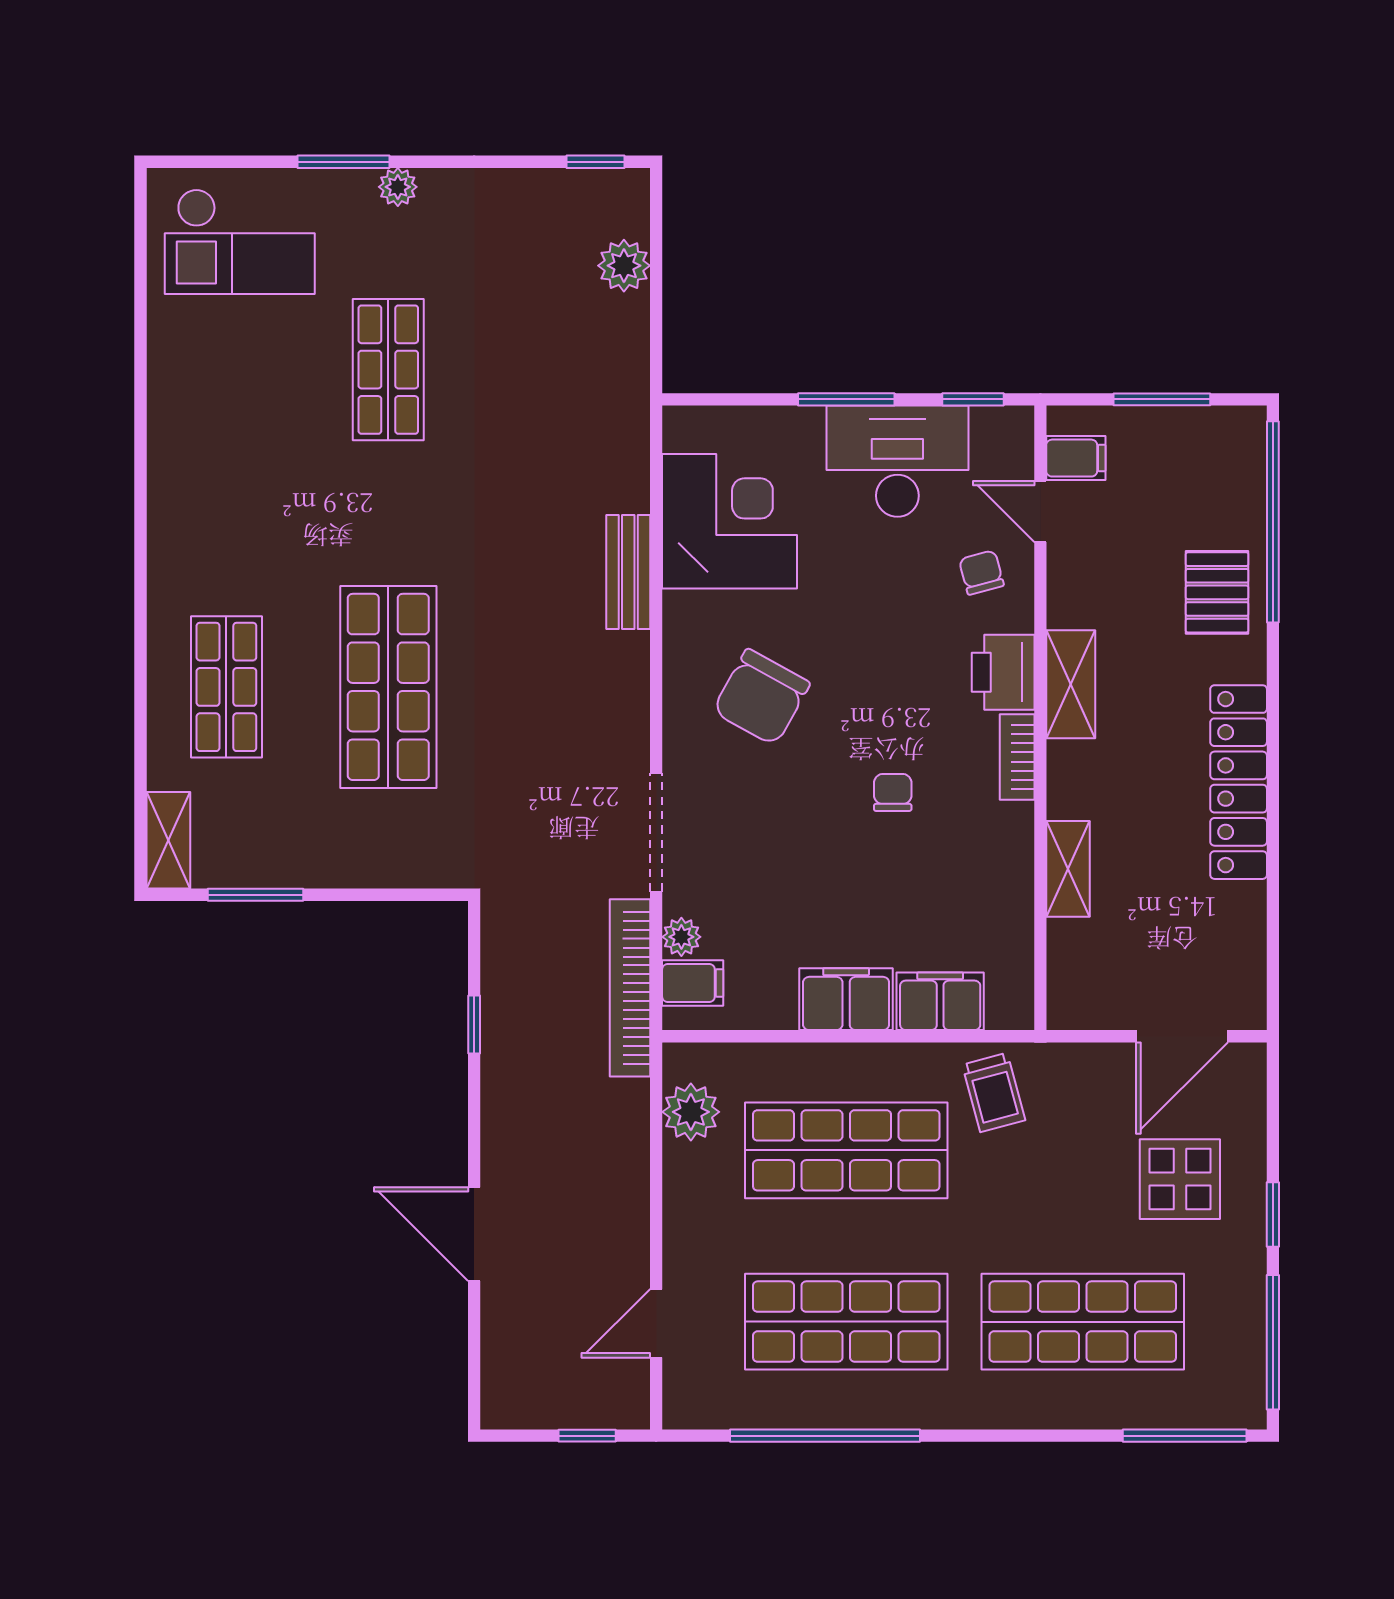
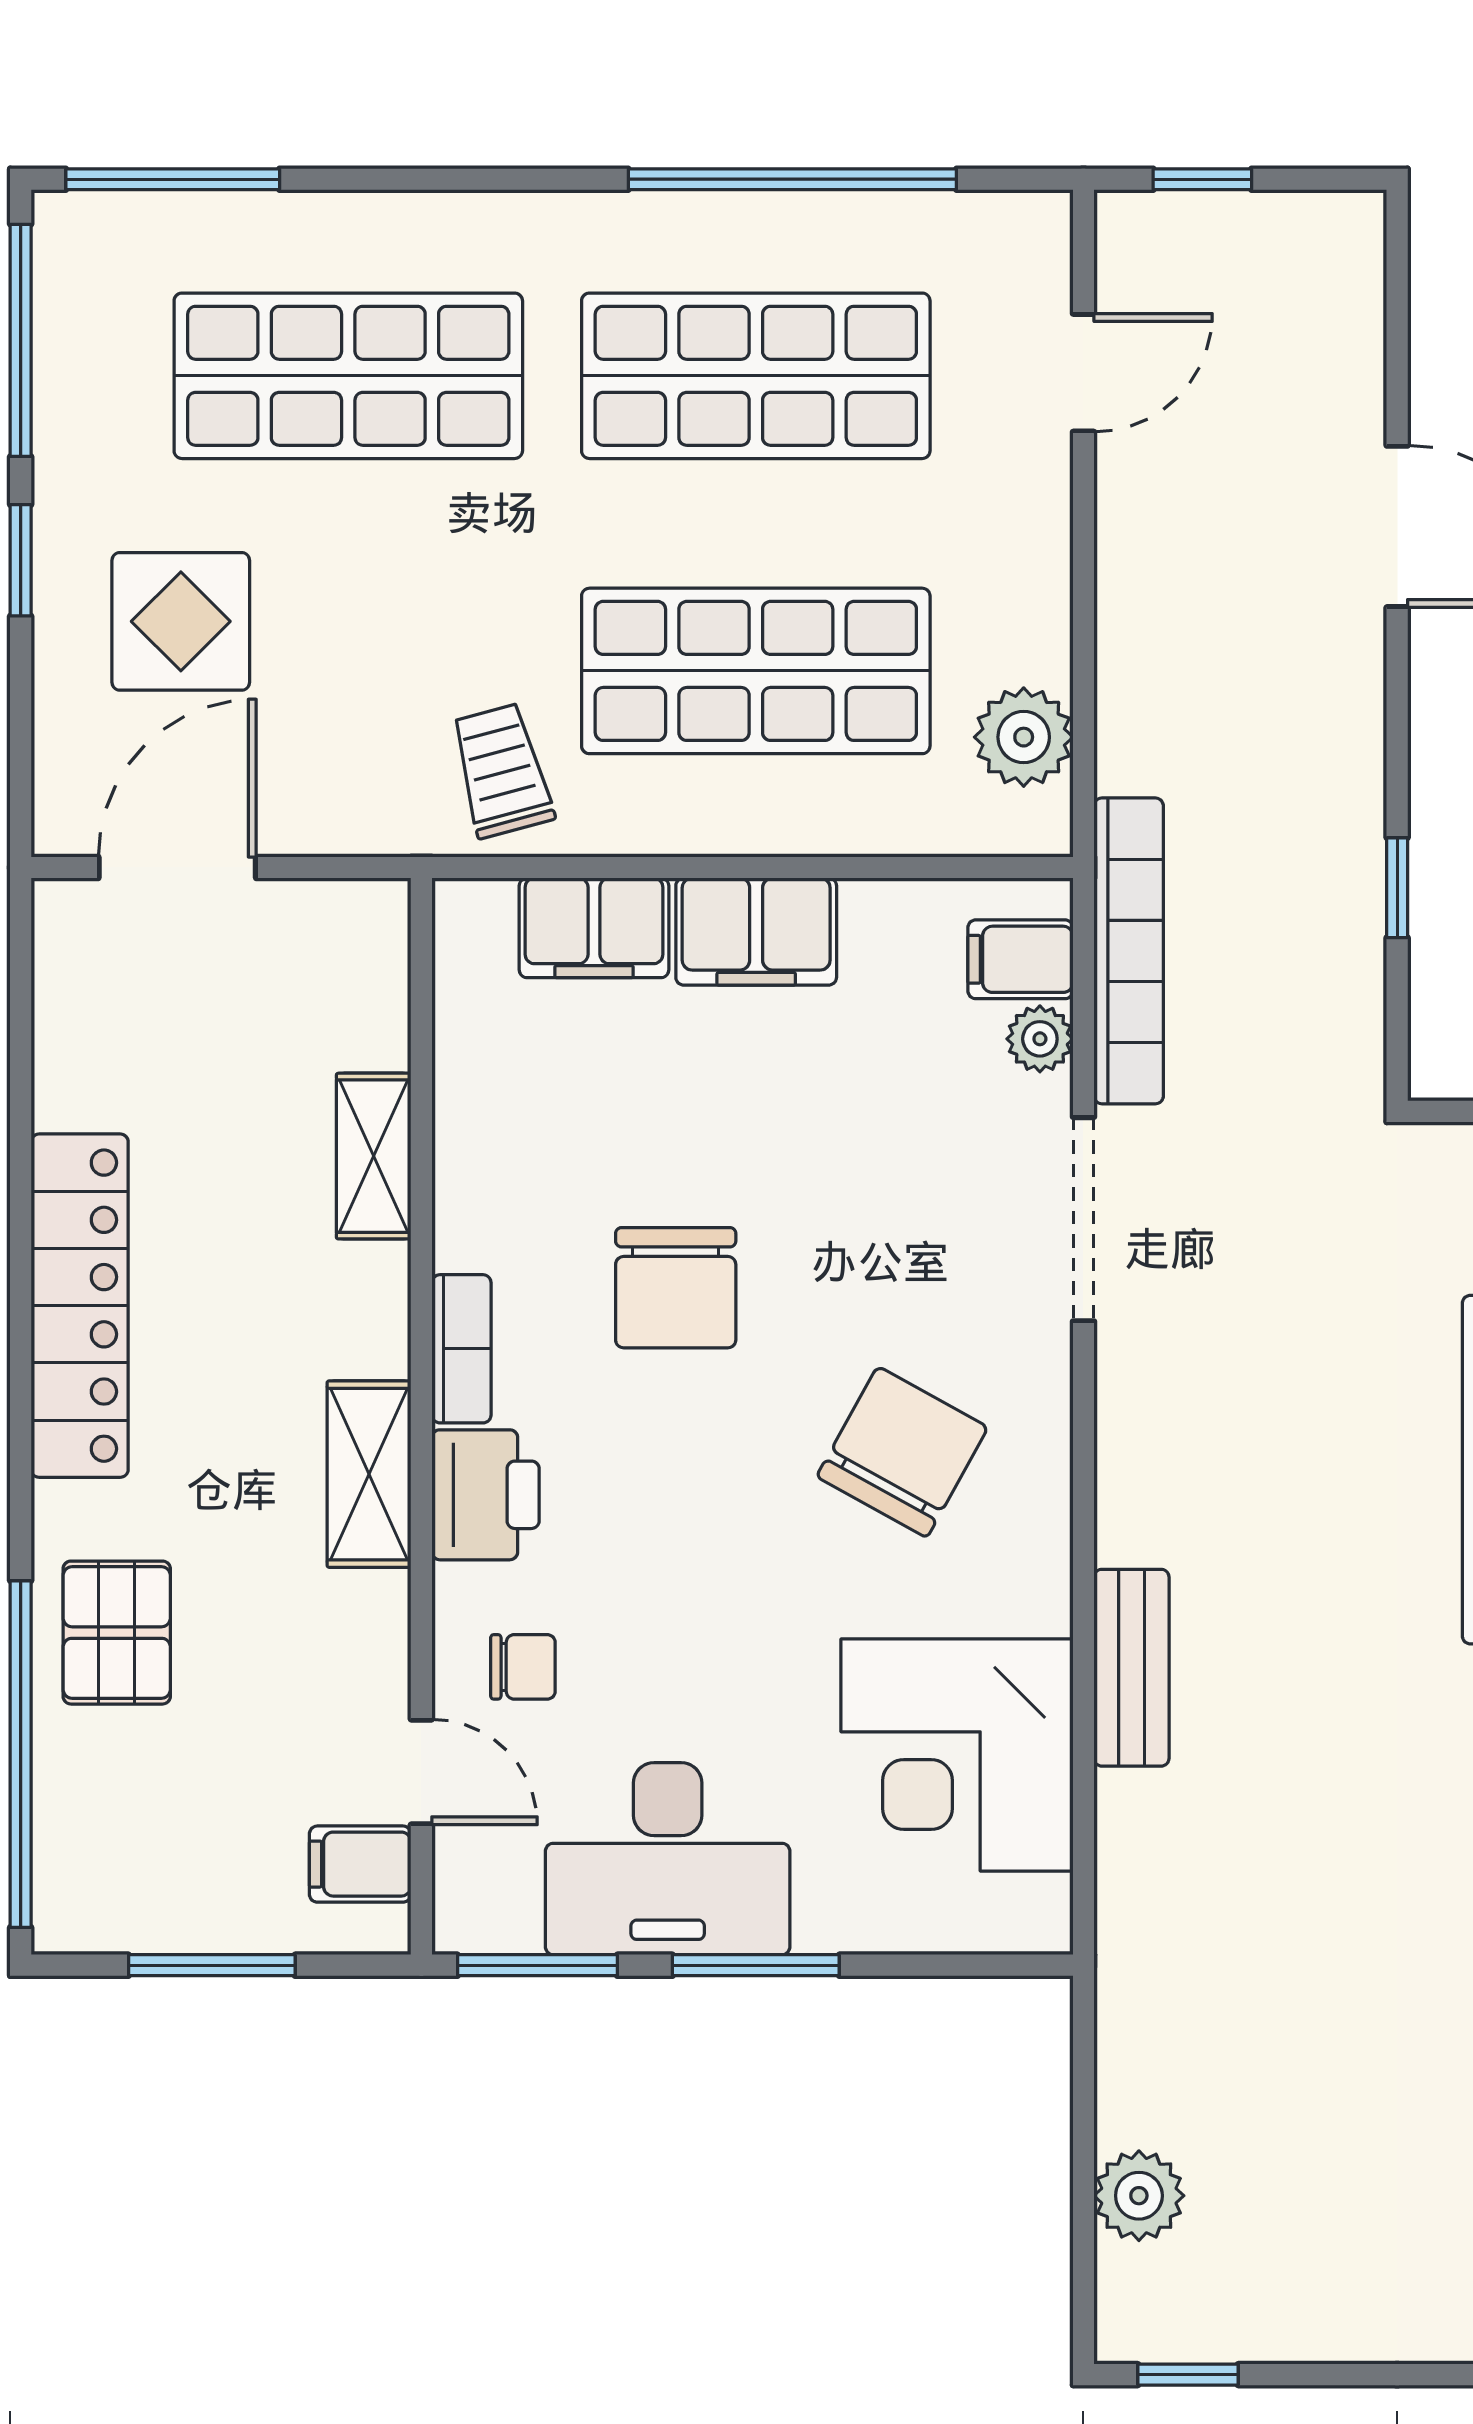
window: (973, 399) -> (537, 1965), width x1.50
chair: (981, 572) -> (523, 1667), turned -75
chair: (893, 792) -> (676, 1288), width x1.87, depth x1.87

